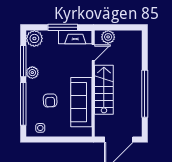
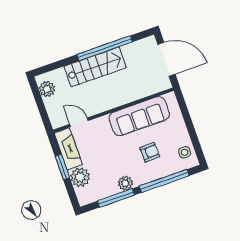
window: (63, 27) -> (62, 167), width x0.69
plant: (108, 37) -> (47, 89), moved
plant: (34, 38) -> (80, 177), moved
stairs: (104, 90) -> (95, 67), moved, turned 180

